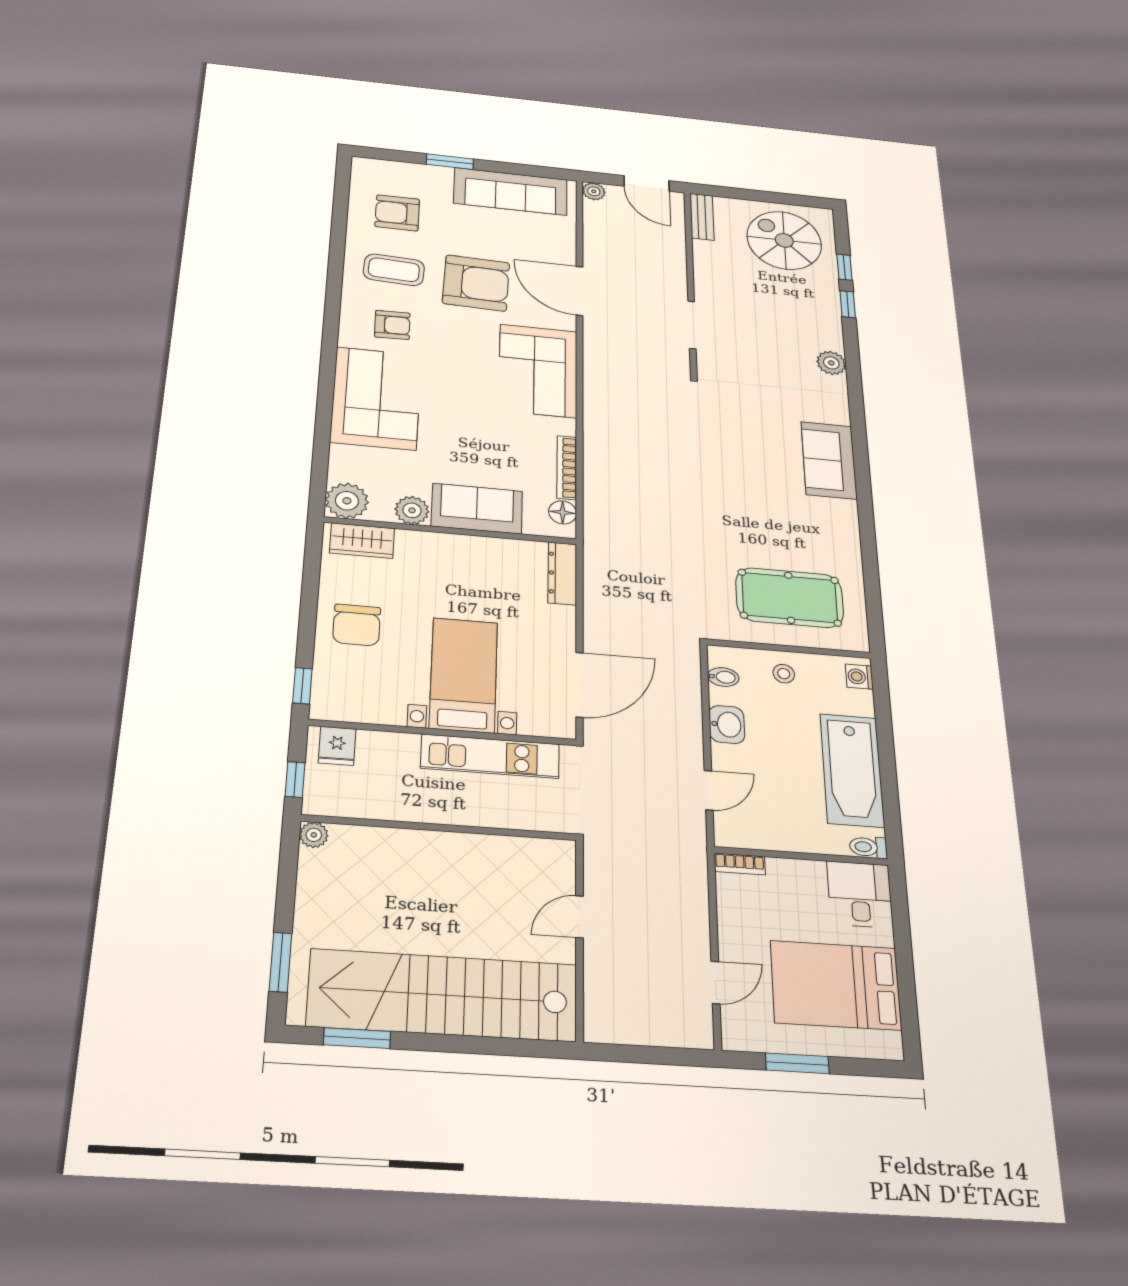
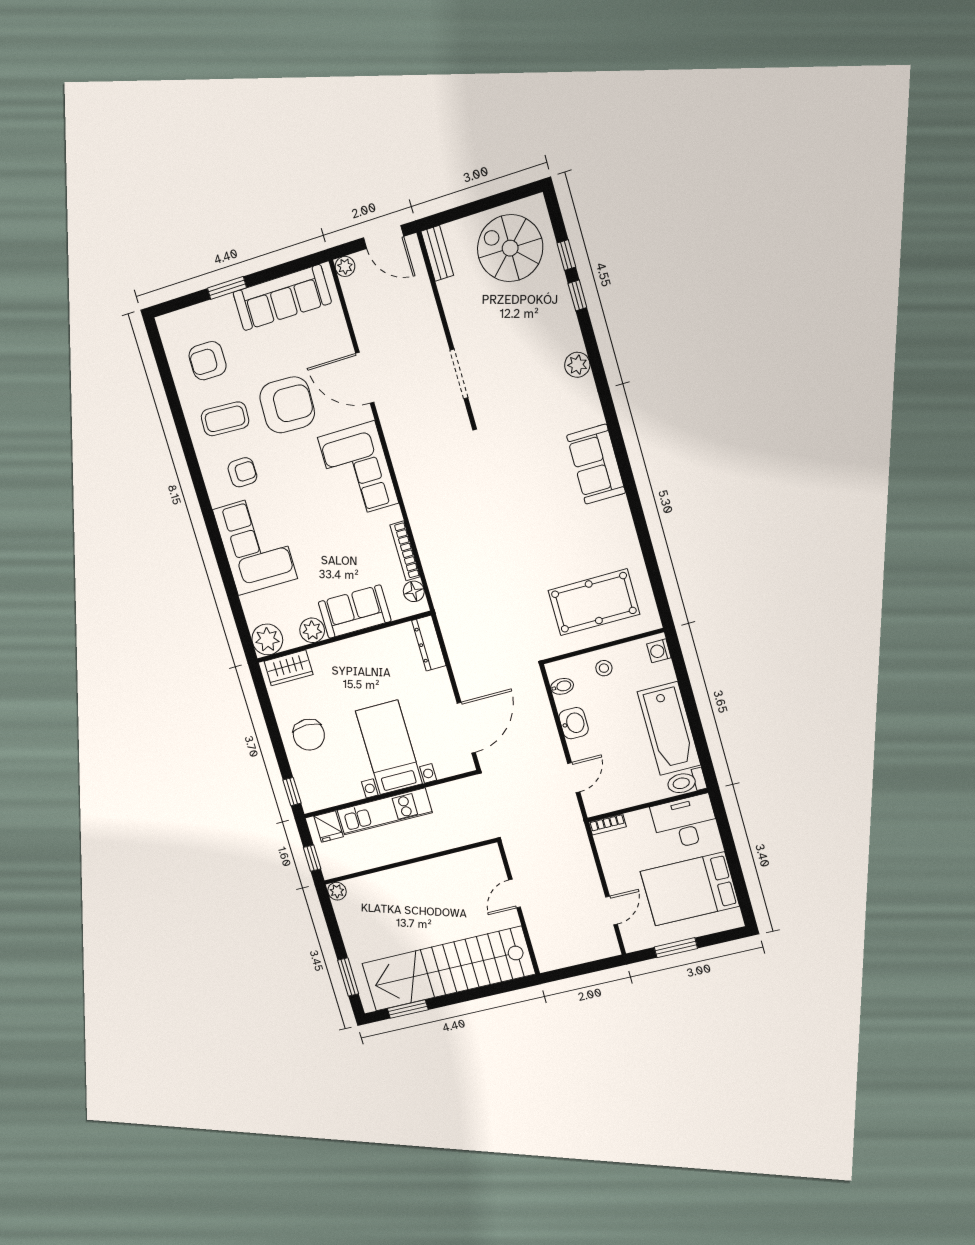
kitchen unit: (490, 756) -> (385, 811), moved
toilet: (868, 847) -> (686, 782), width x1.37, depth x1.39
desk: (860, 894) -> (685, 822), width x1.37

